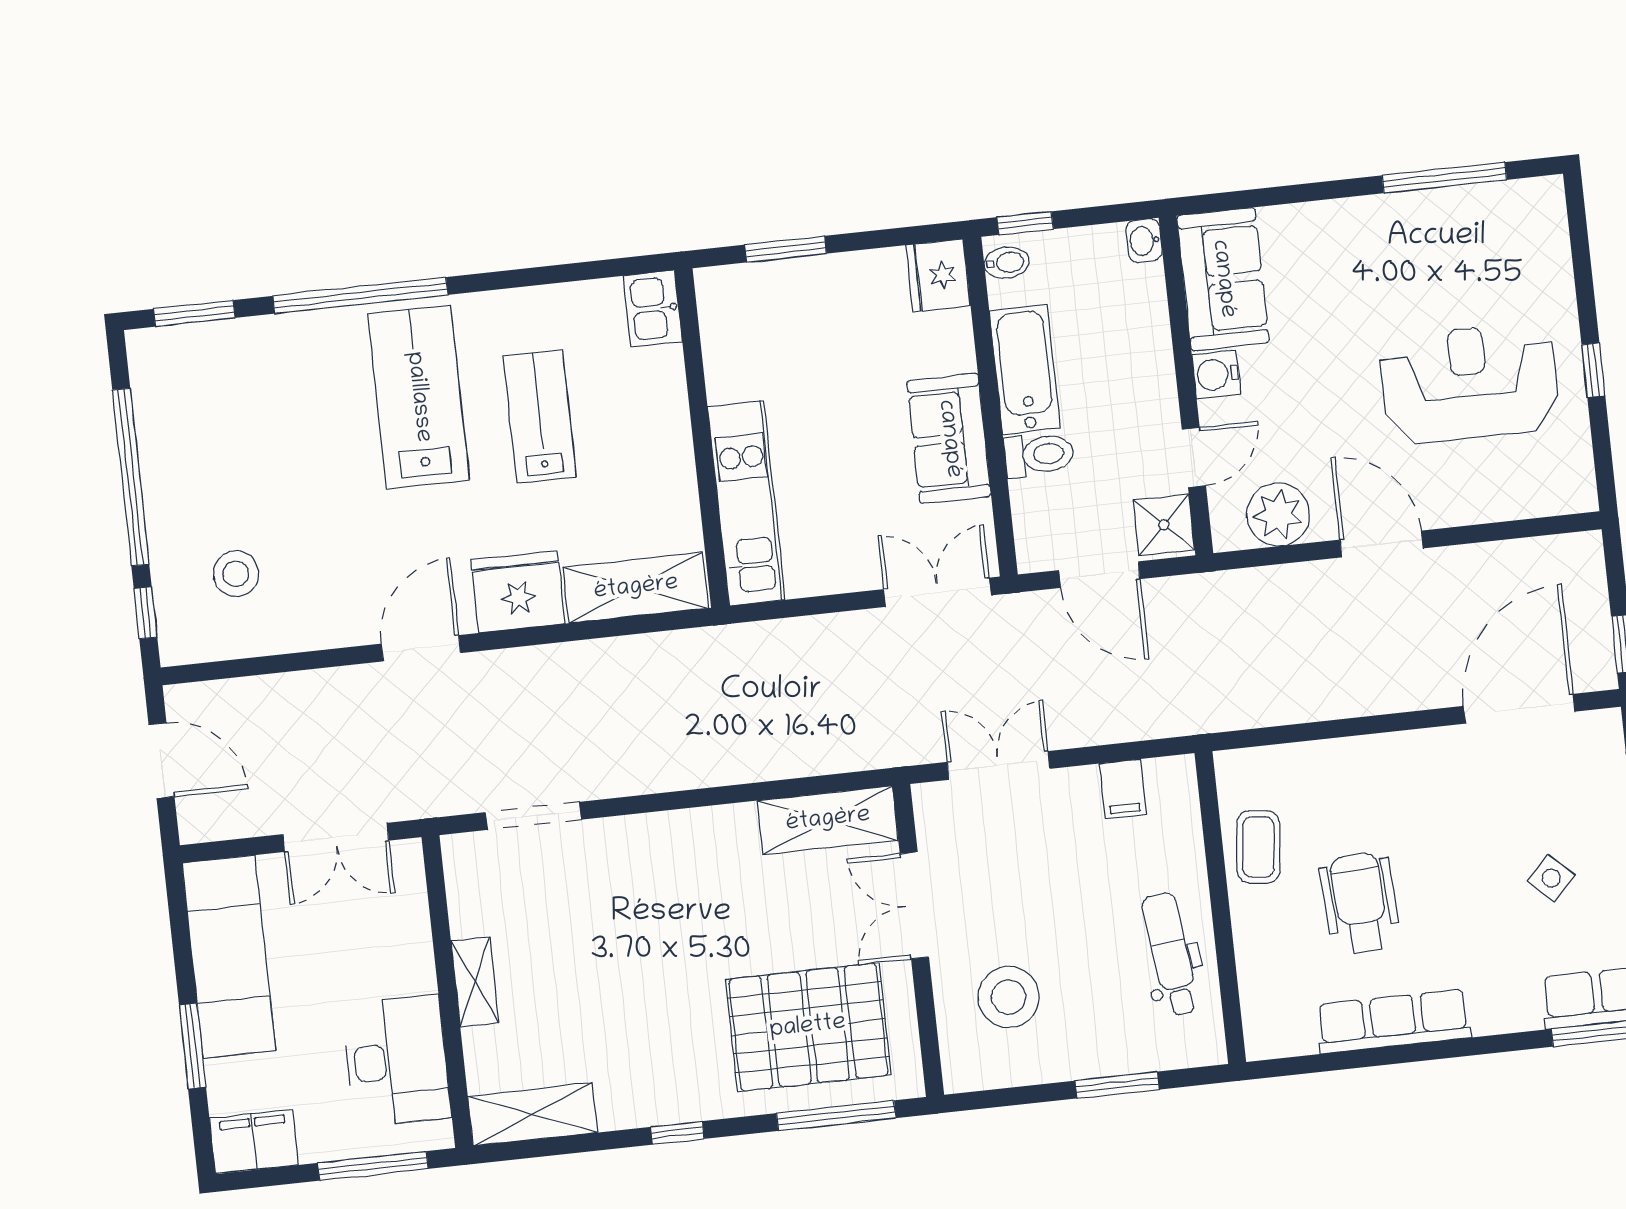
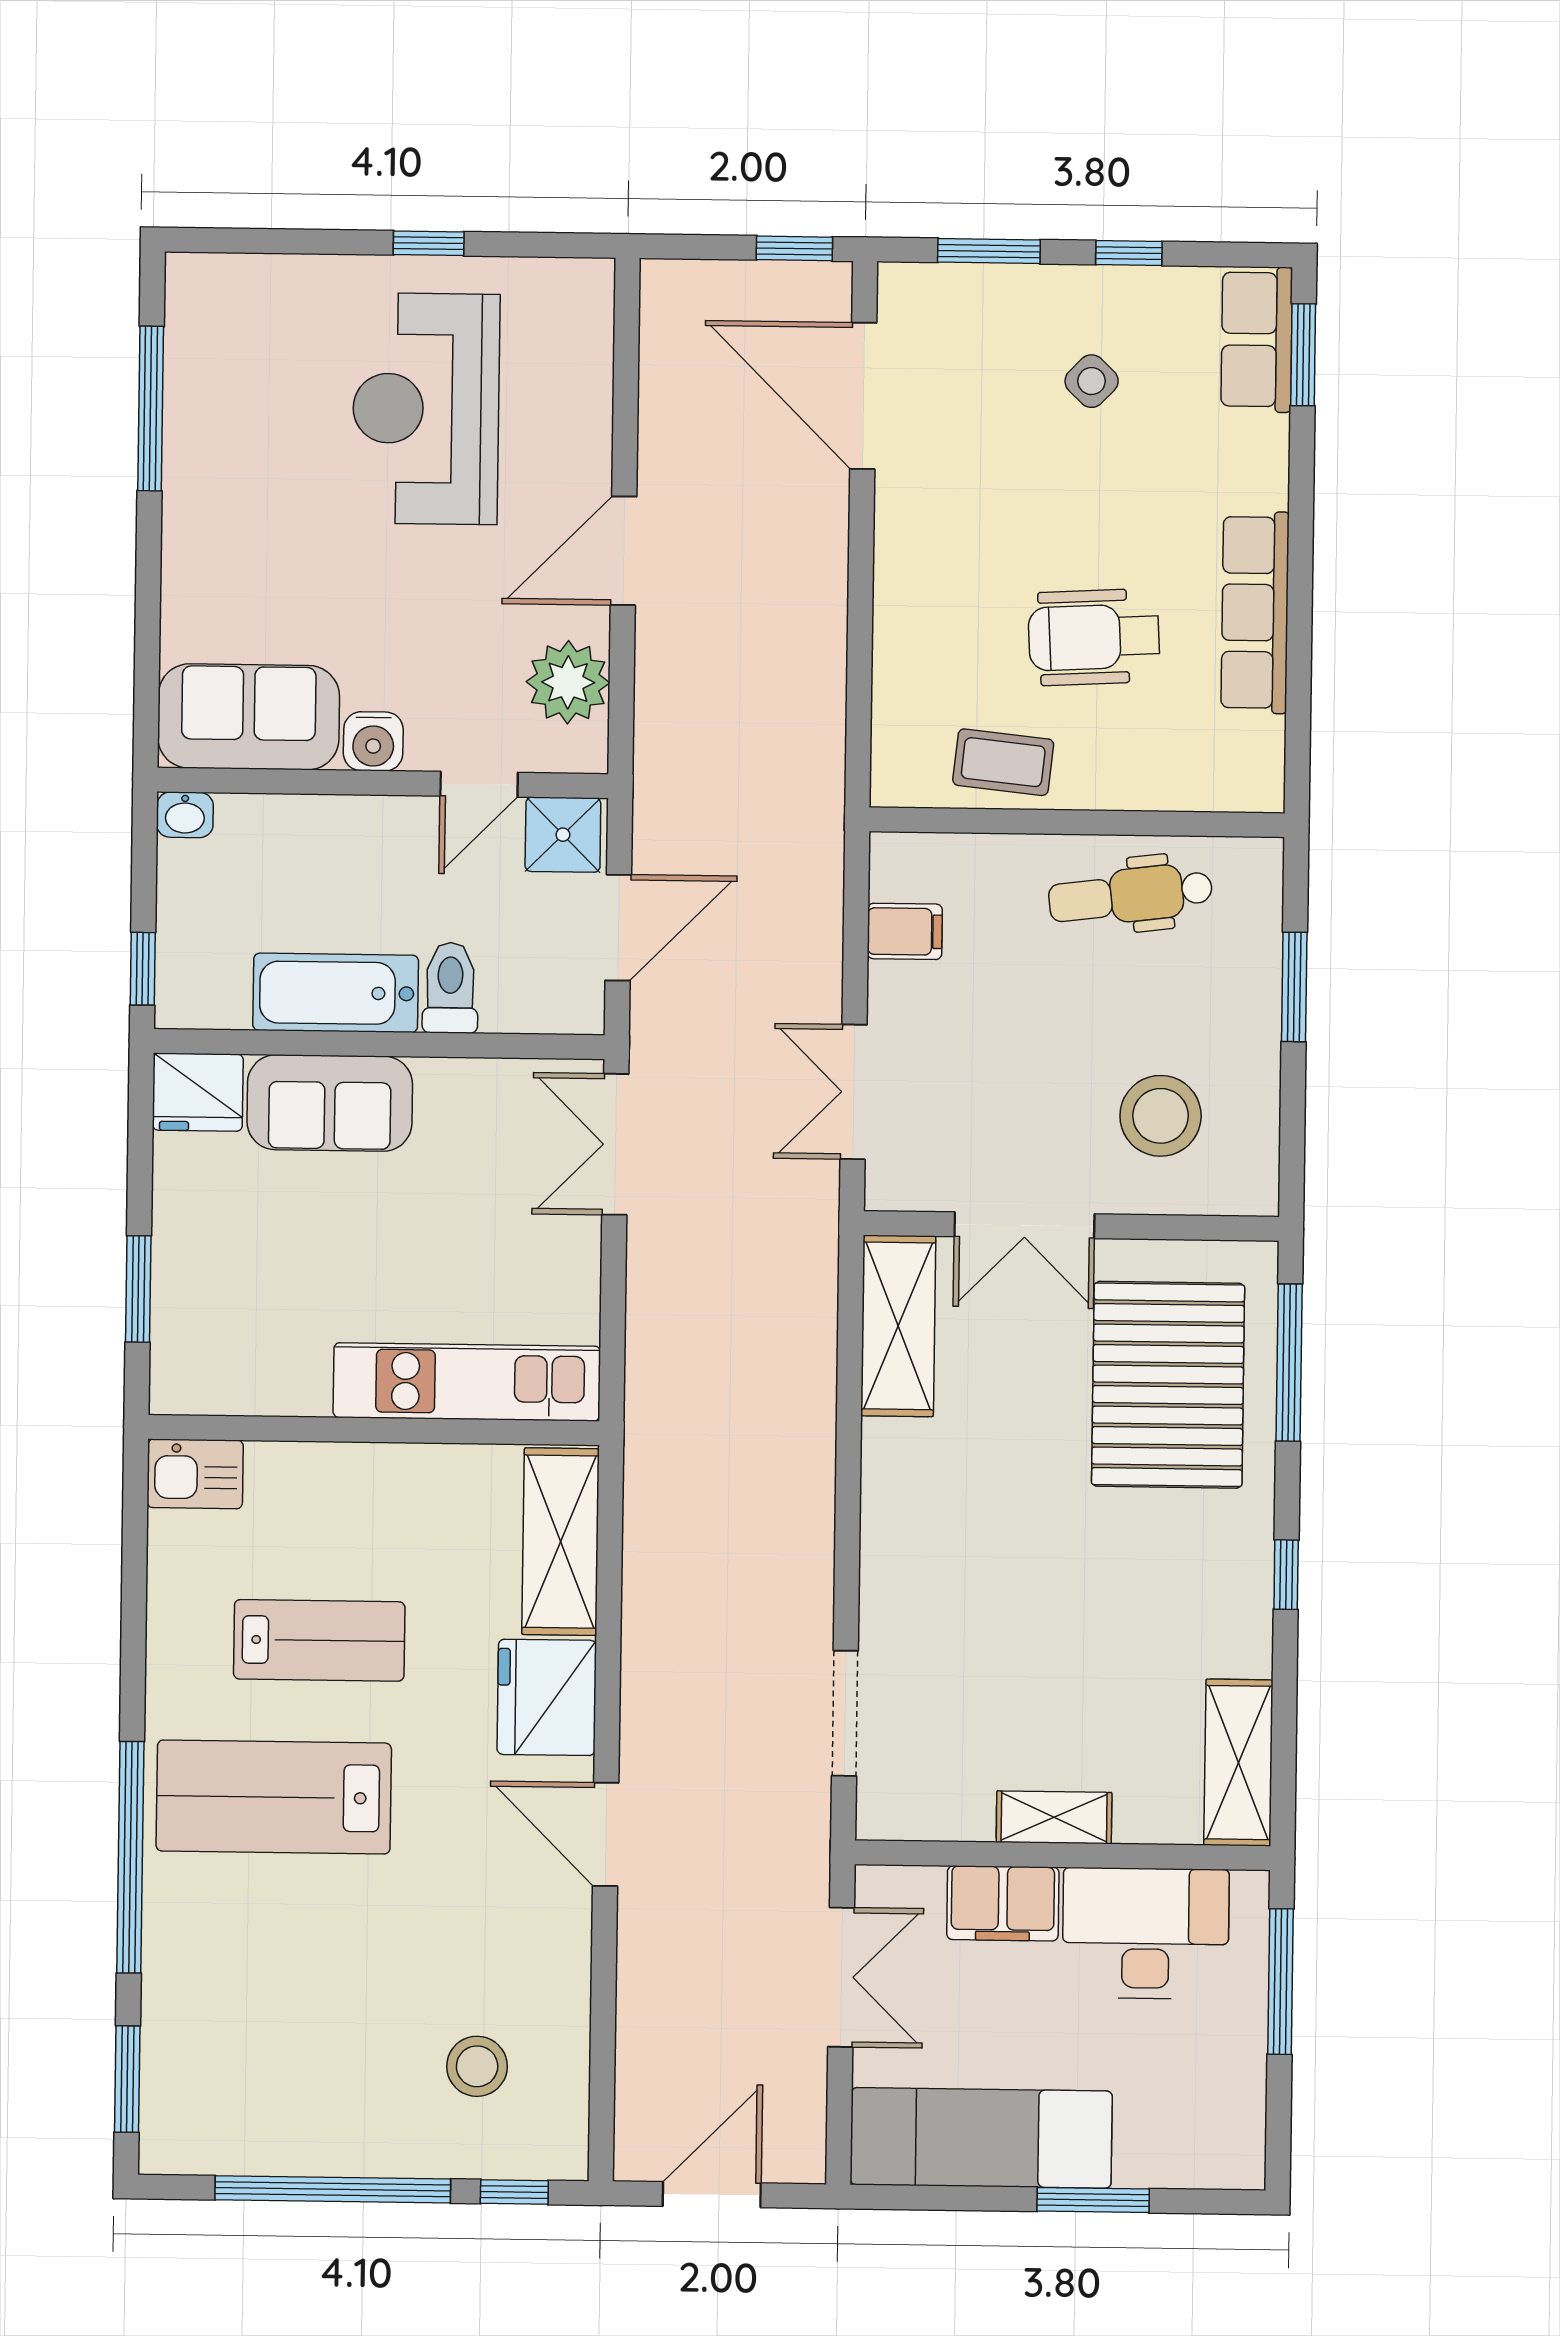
bidet: (1007, 263) -> (192, 1000), removed
lab bench: (540, 417) -> (319, 1640), turned 180
sofa: (949, 439) -> (330, 1103), moved
door: (1194, 458) -> (479, 784), swing flipped
filing cabinet: (254, 1142) -> (1003, 1903), moved, turned -90

